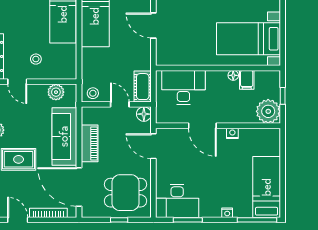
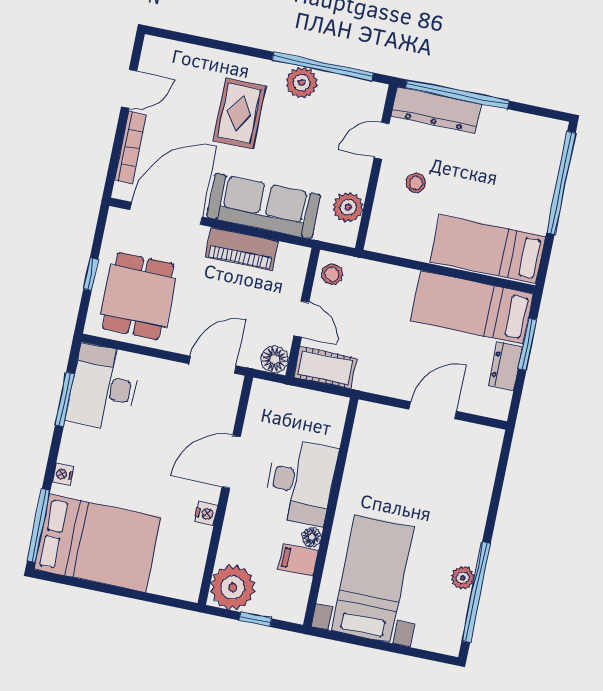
desk: (183, 87) -> (300, 482), moved
door: (120, 104) -> (301, 319), hinge flipped
bed: (267, 187) -> (98, 543), width x1.50

